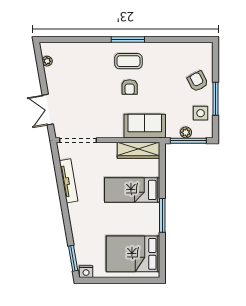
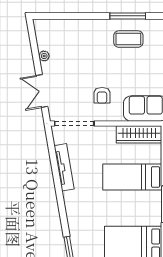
plant: (47, 61) -> (44, 56), moved
armchair: (130, 87) -> (102, 95), moved

